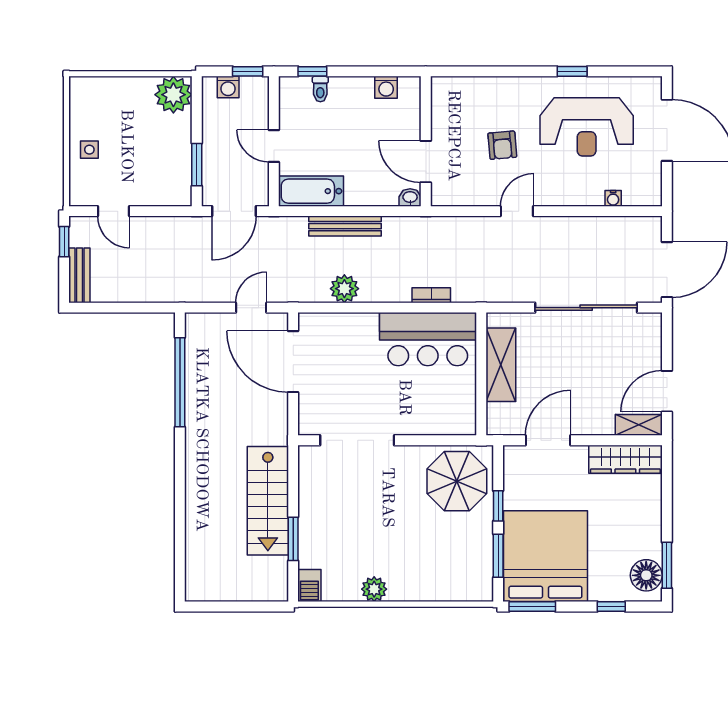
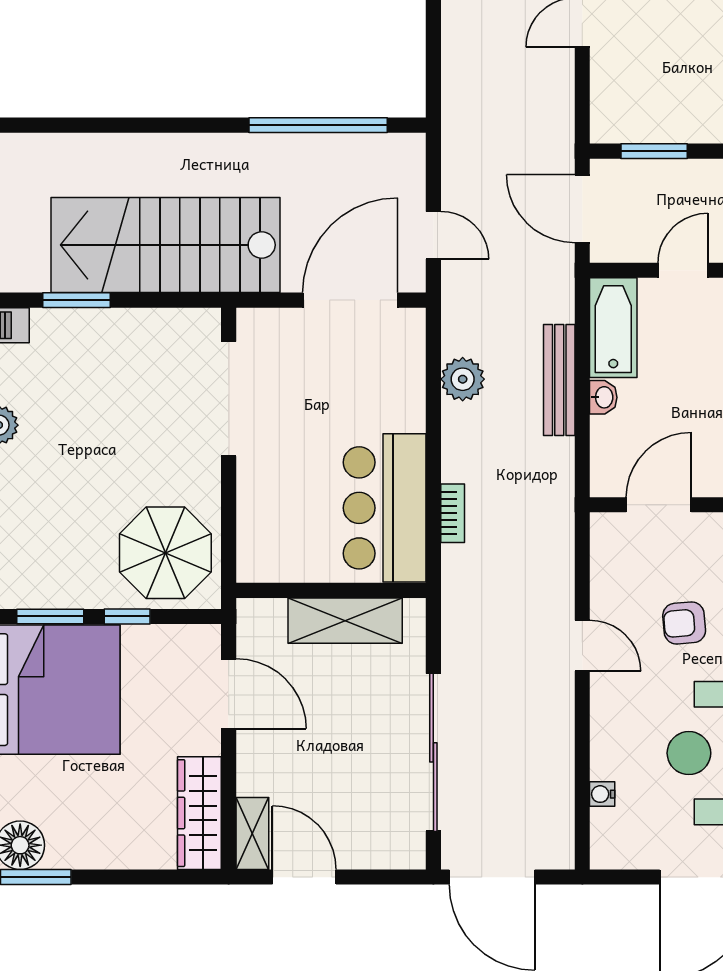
washbasin: (410, 198) -> (603, 397), moved
stairs: (268, 501) -> (166, 245), width x1.36, depth x1.51

